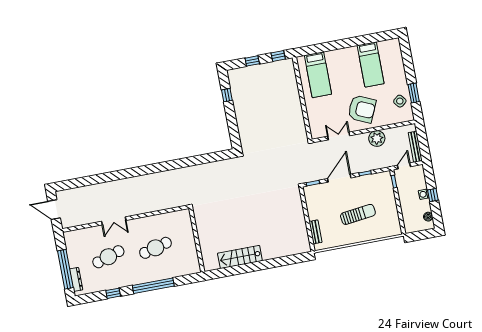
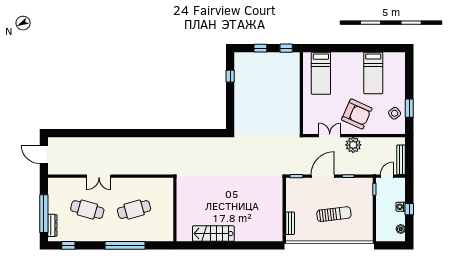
plant: (377, 139) -> (353, 145), moved
cafe table: (108, 257) -> (87, 210), turned 33
window: (113, 293) -> (68, 245), moved

